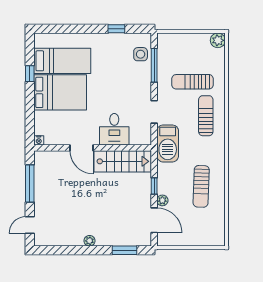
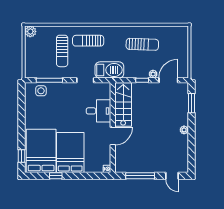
window: (116, 29) -> (22, 156), moved
bed: (62, 61) -> (41, 151), width x1.50

